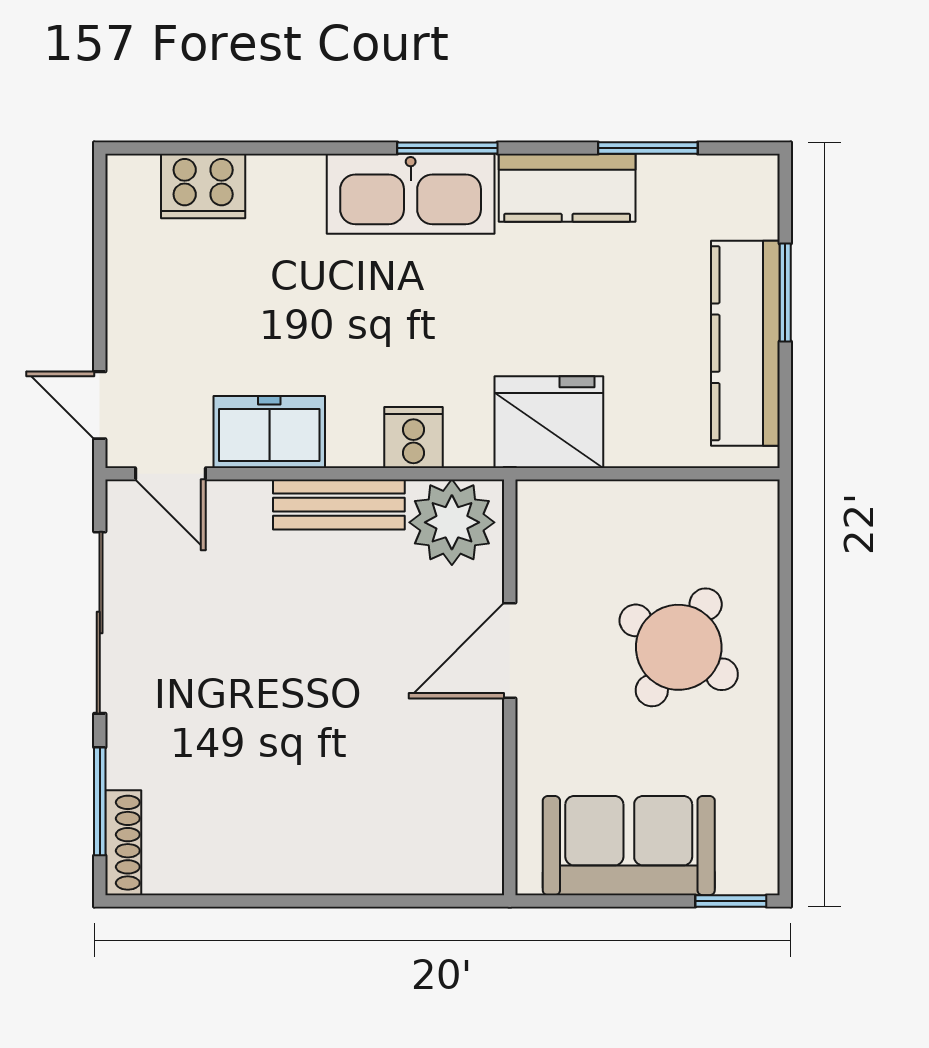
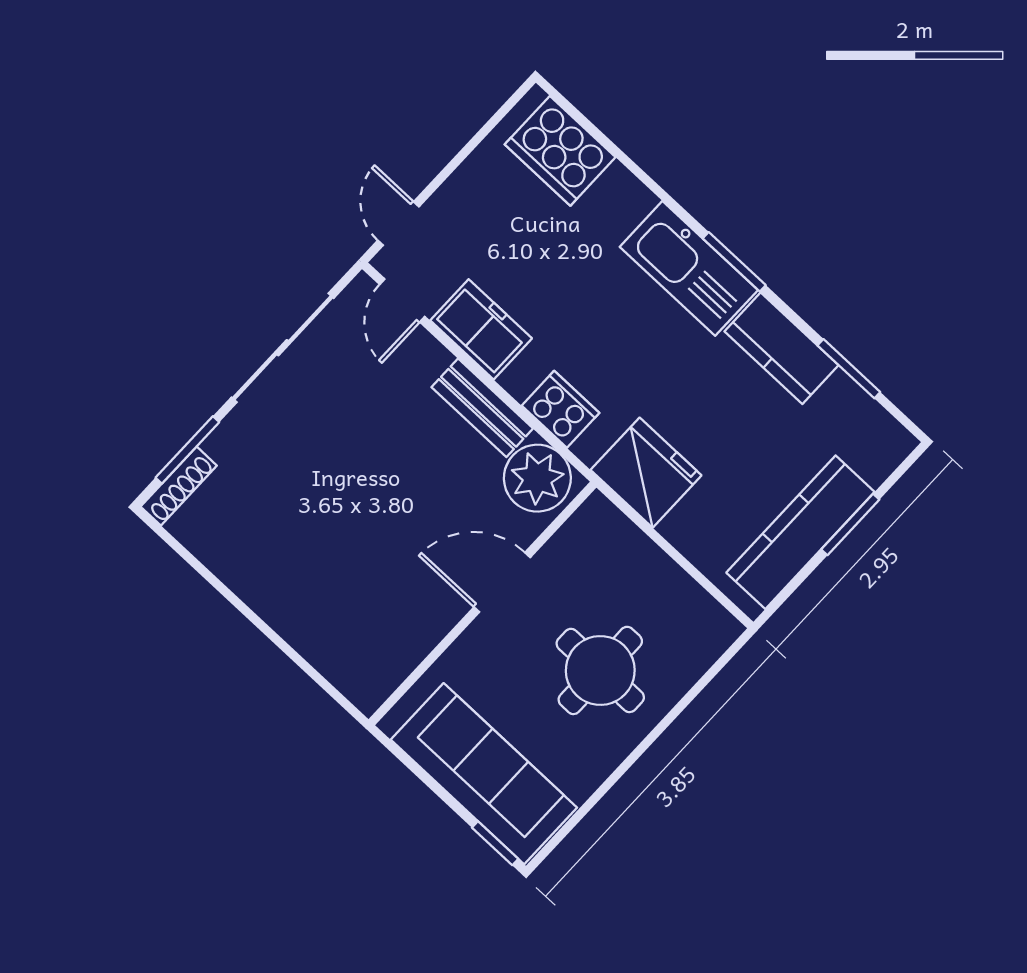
cooker: (203, 186) -> (560, 151), width x1.37, depth x1.31
cooker: (413, 438) -> (561, 409), width x1.36
round table: (679, 647) -> (600, 670), turned -32
sofa: (629, 846) -> (484, 774), width x1.36

